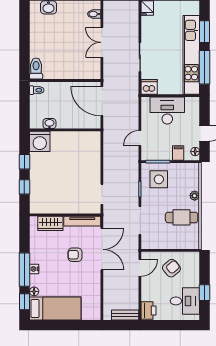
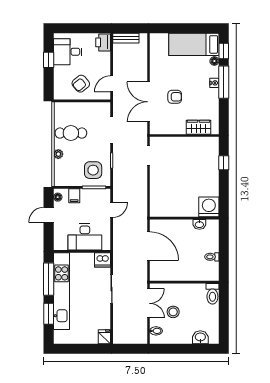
stool: (76, 34) -> (173, 312), added
toilet: (36, 69) -> (212, 294), moved
wall: (65, 81) -> (184, 282), moved
window: (24, 162) -> (224, 187), removed
tv unit: (82, 221) -> (168, 129), removed

